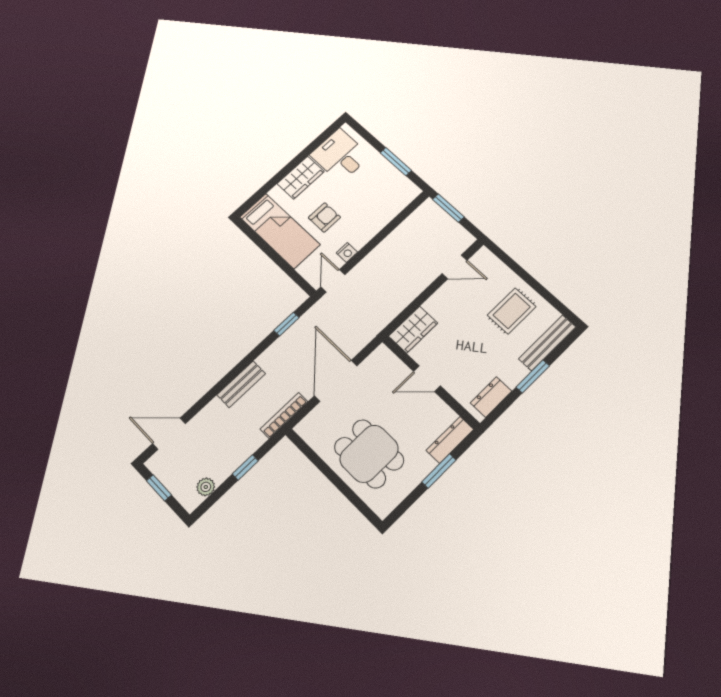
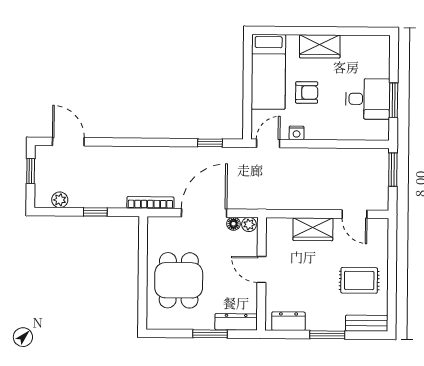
desk: (340, 155) -> (368, 99), moved, turned 90
wardrobe: (413, 330) -> (313, 229), moved
bench: (547, 343) -> (367, 323), width x0.73
plant: (381, 354) -> (249, 224), added
floor lamp: (368, 366) -> (234, 224), added
bench: (241, 384) -> (143, 155), removed

